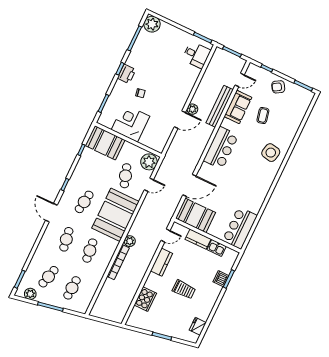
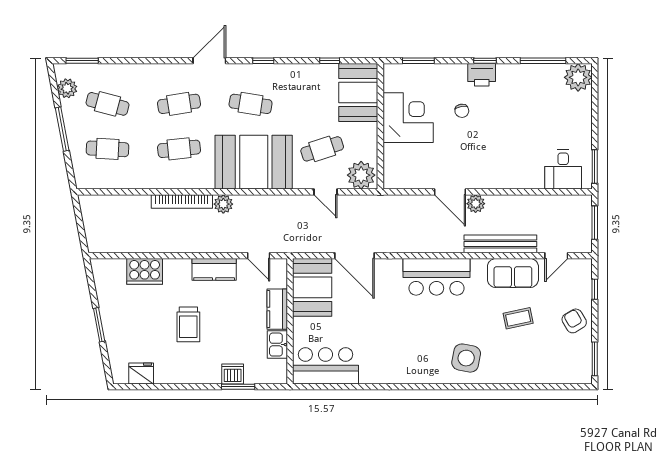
door: (240, 80) -> (556, 256), hinge flipped

